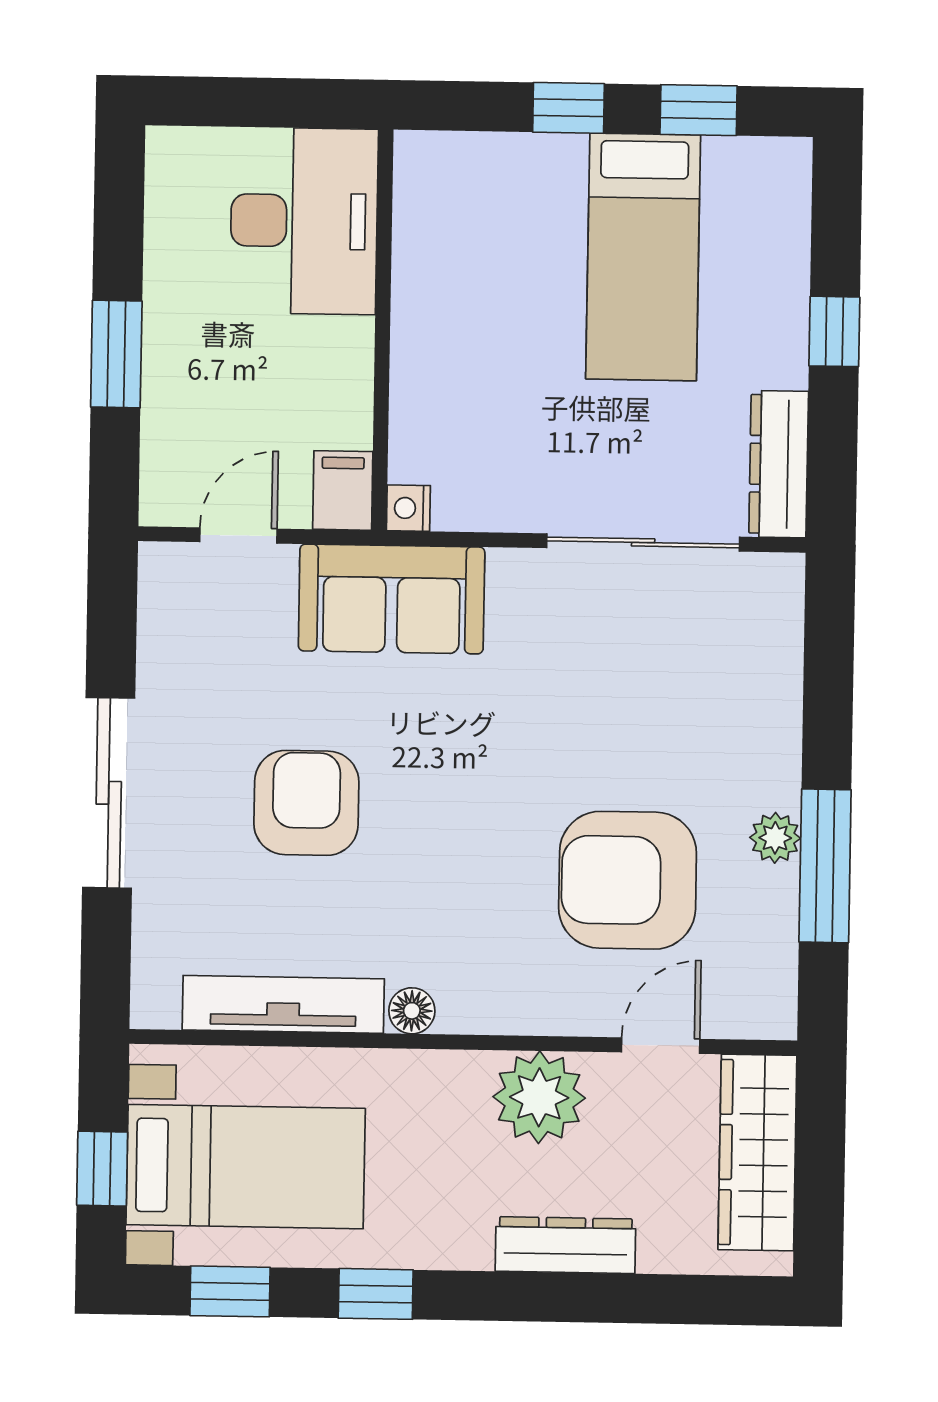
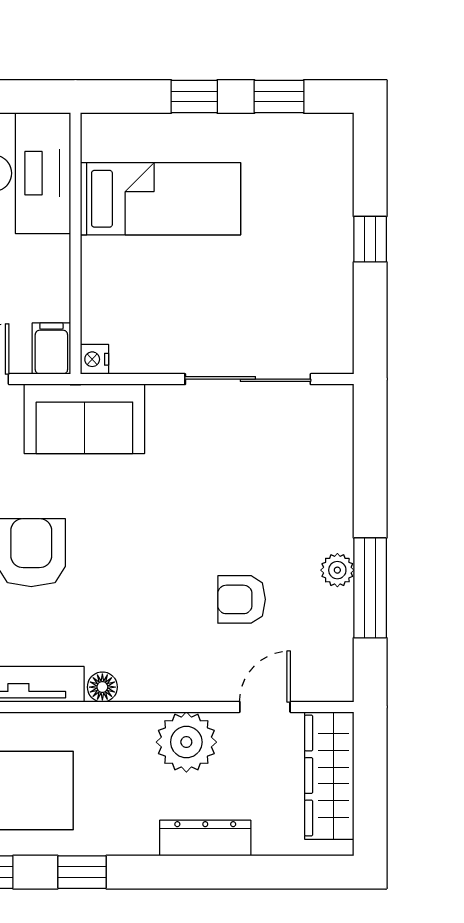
bed: (643, 257) -> (160, 199), moved, turned -90
dresser: (779, 464) -> (335, 326), removed
armchair: (628, 880) -> (242, 599), width x0.53, depth x0.53

